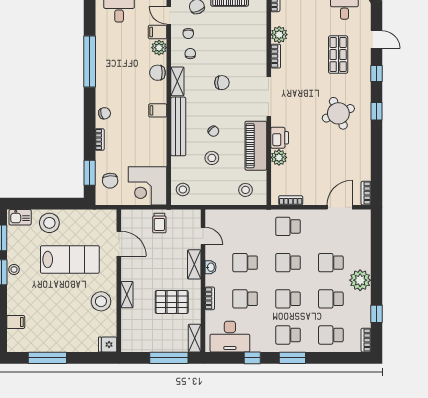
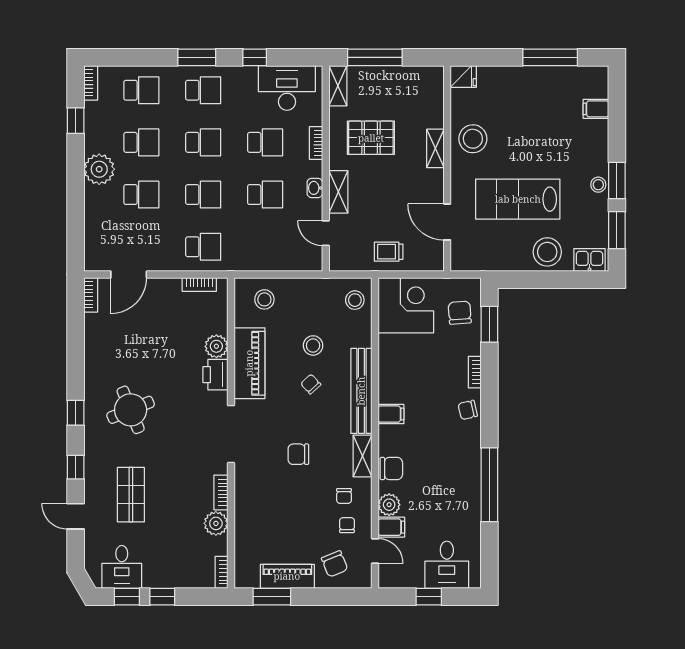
trolley: (159, 223) -> (389, 252), turned -90

